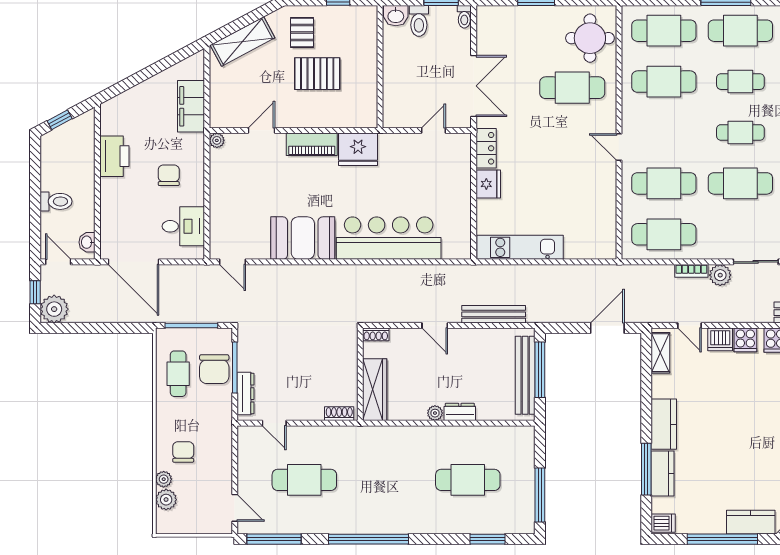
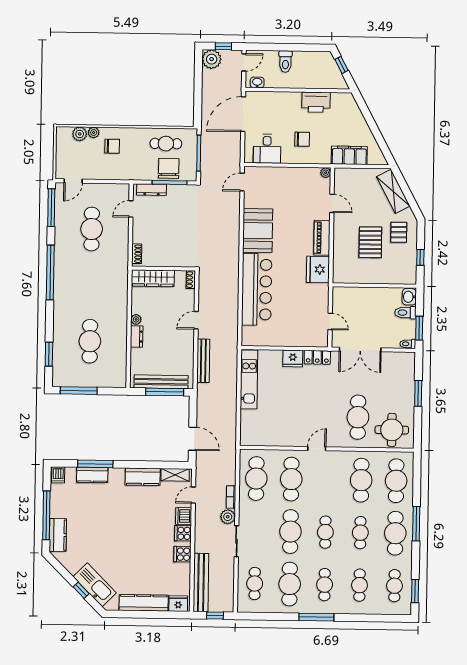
pallet: (302, 33) -> (399, 232), turned 90
chair: (214, 369) -> (169, 168), turned 90
kitchen counter: (664, 424) -> (143, 477), moved

